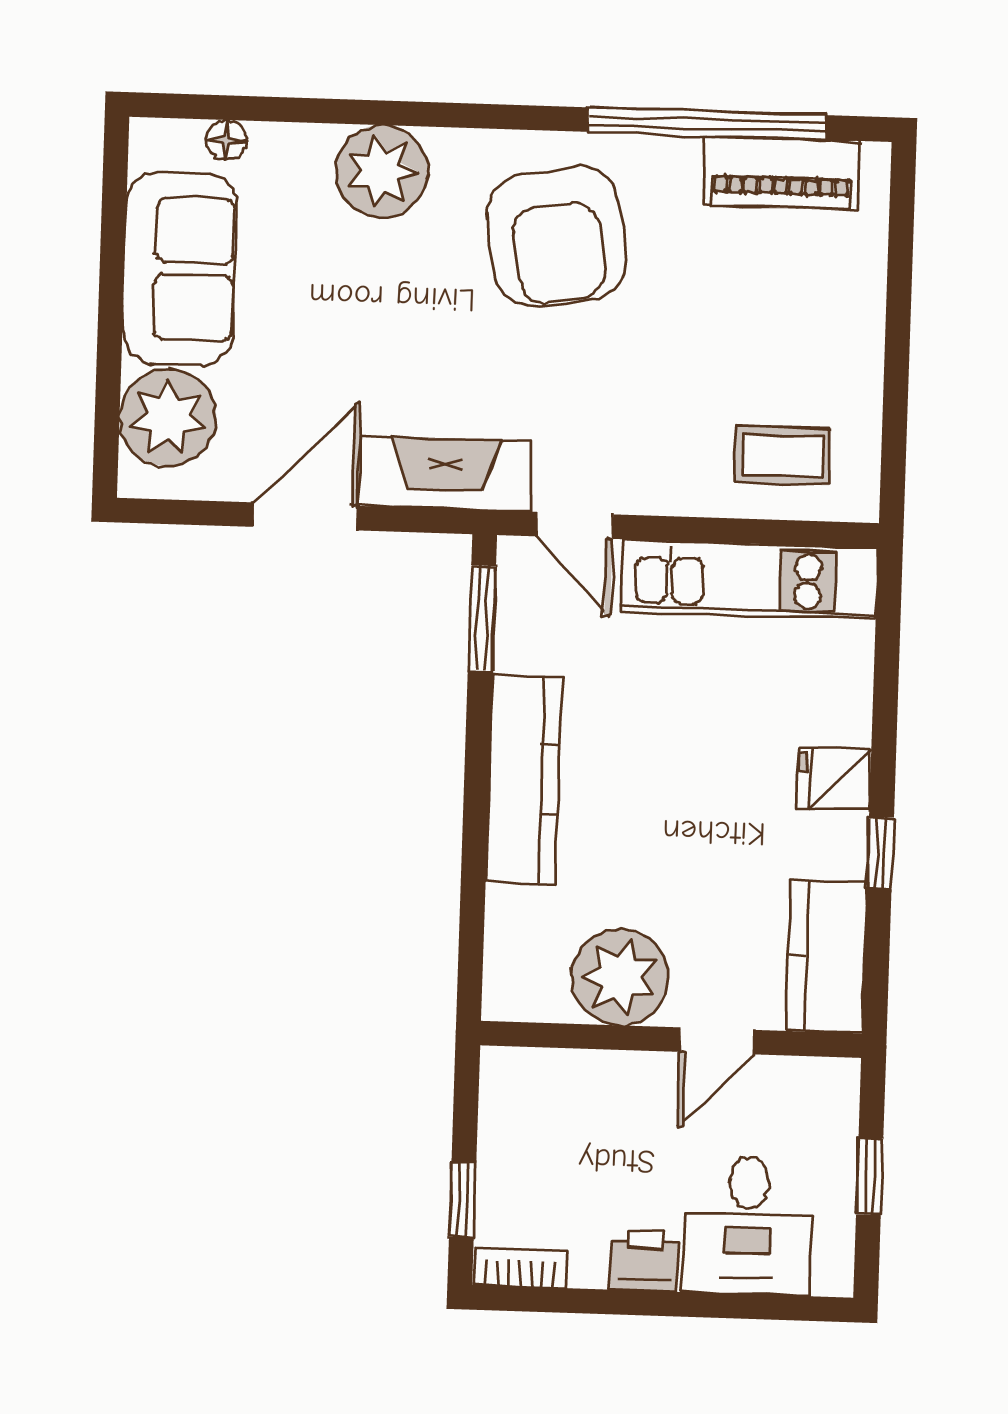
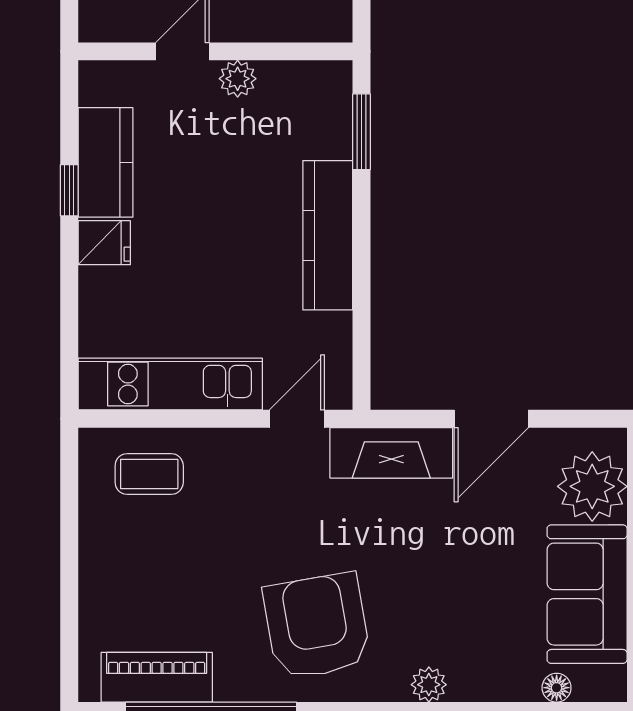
plant: (382, 171) -> (429, 685), width x0.53, depth x0.53
door: (575, 525) -> (297, 419), hinge flipped
window: (482, 618) -> (361, 132), moved
kitchen counter: (827, 956) -> (106, 162), moved
plant: (620, 977) -> (238, 79), width x0.53, depth x0.53

